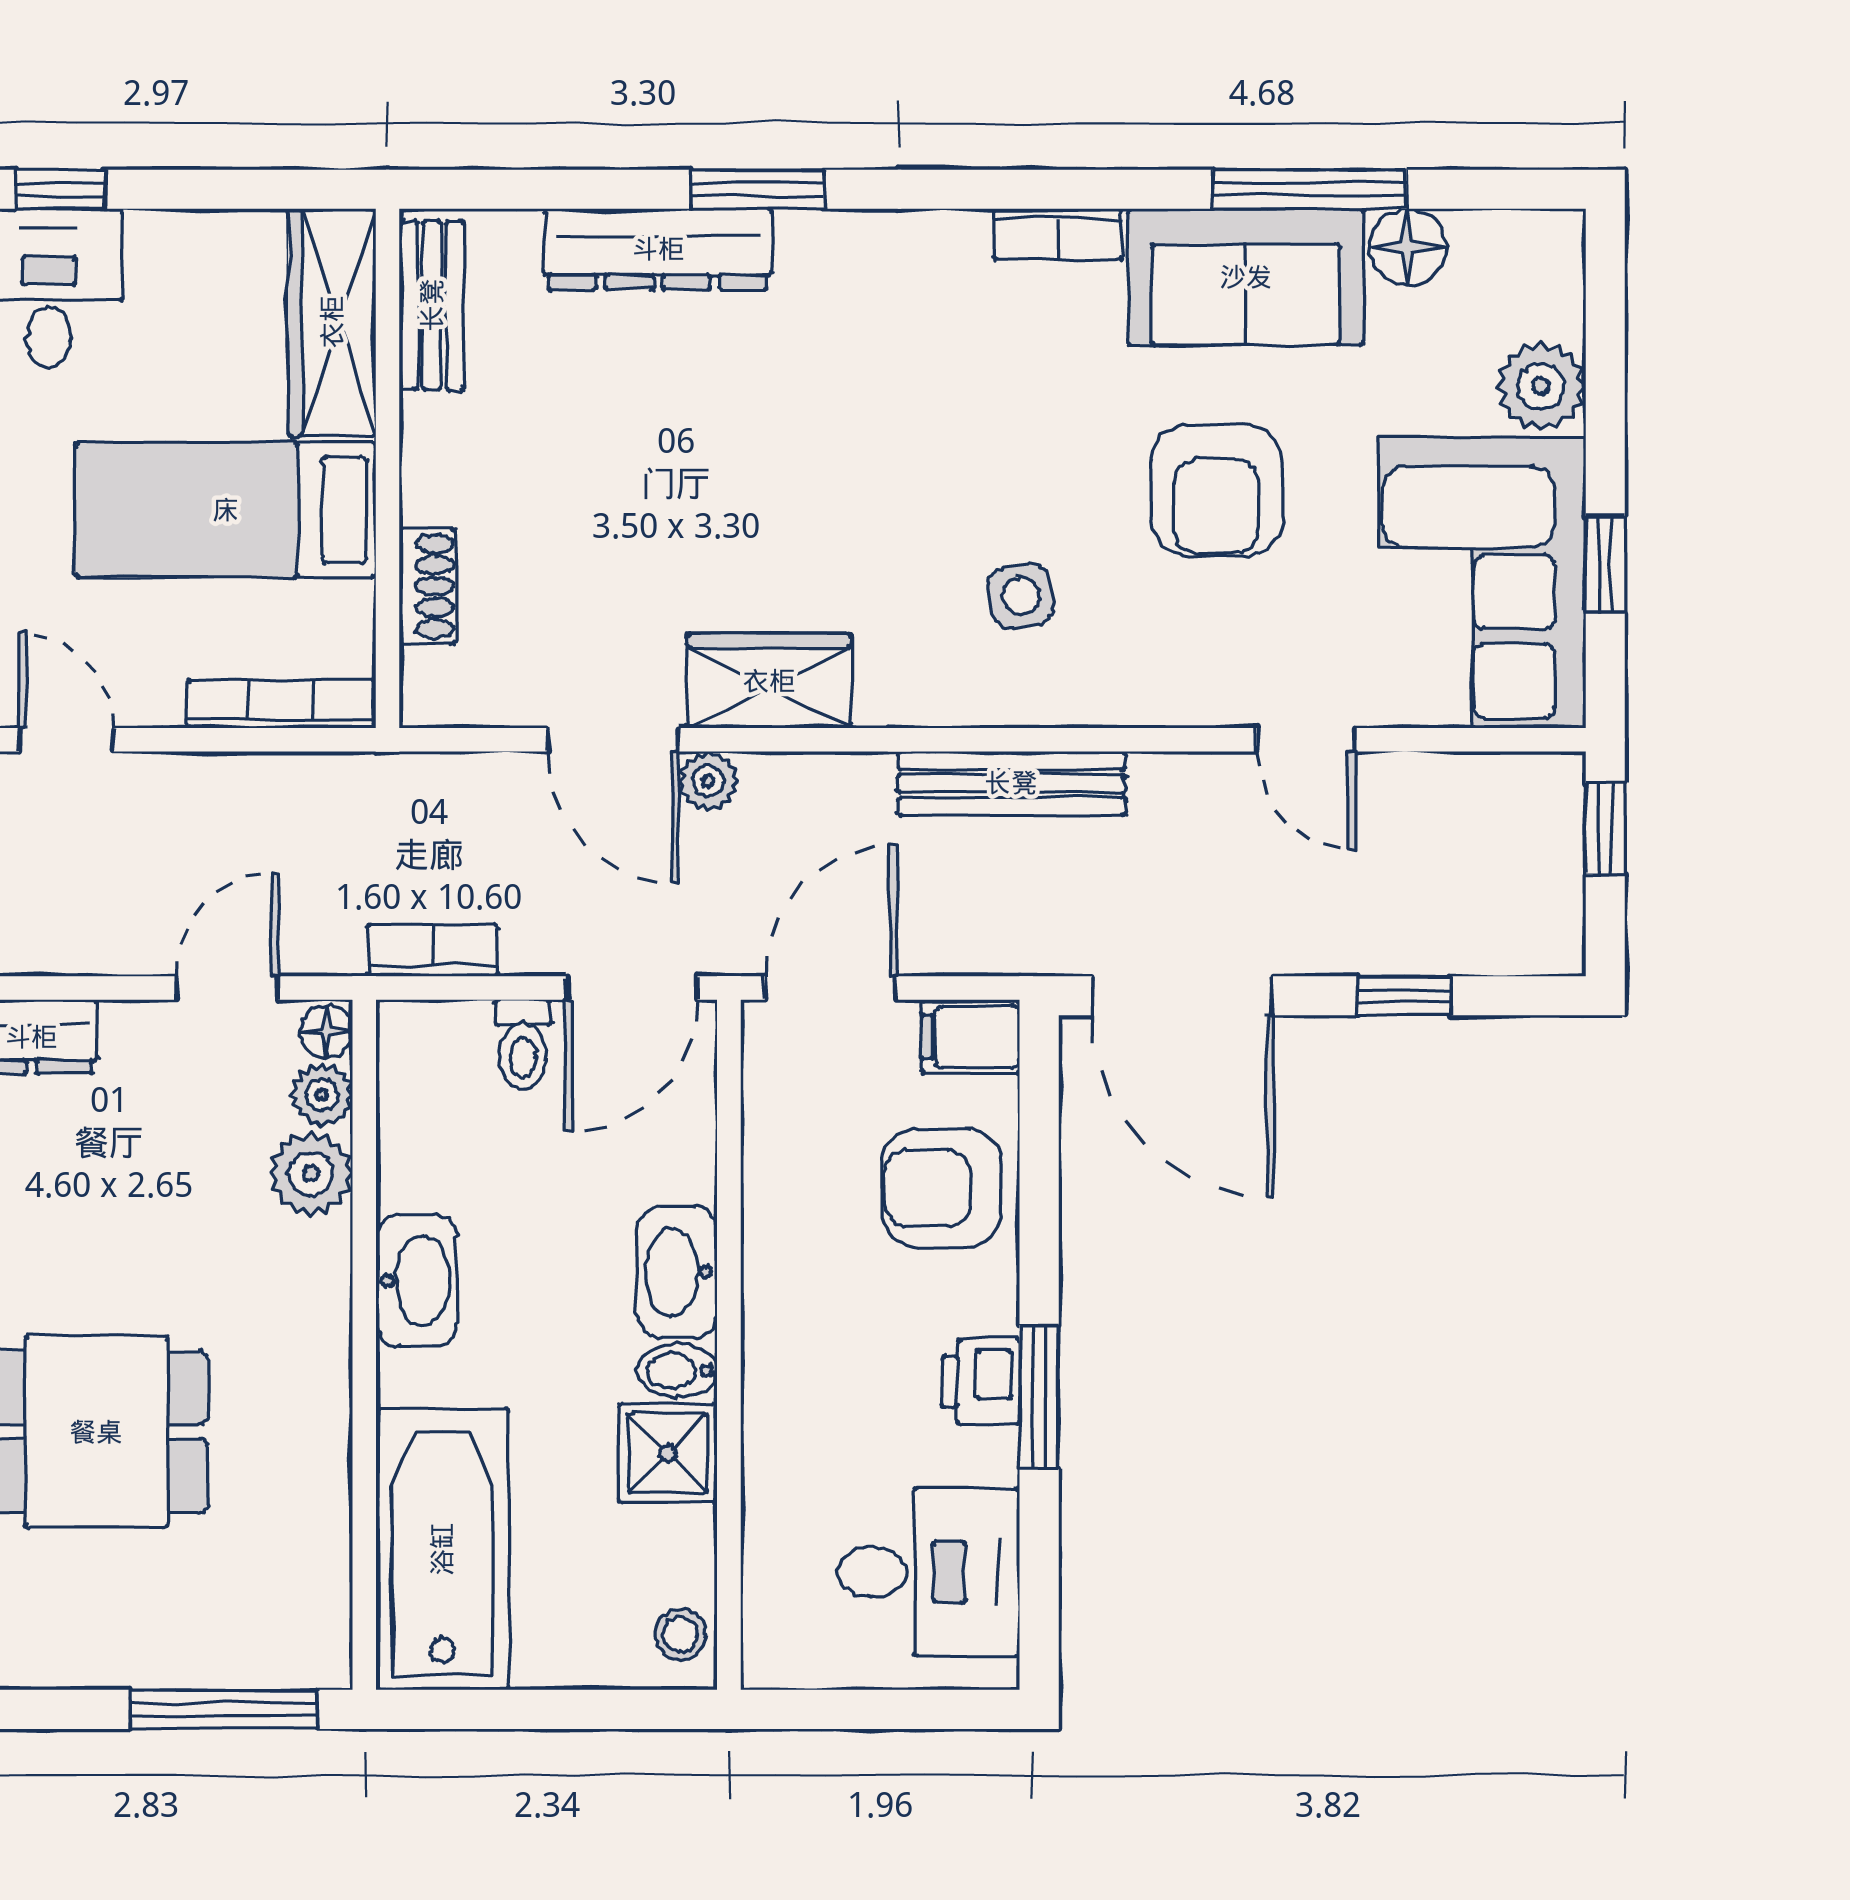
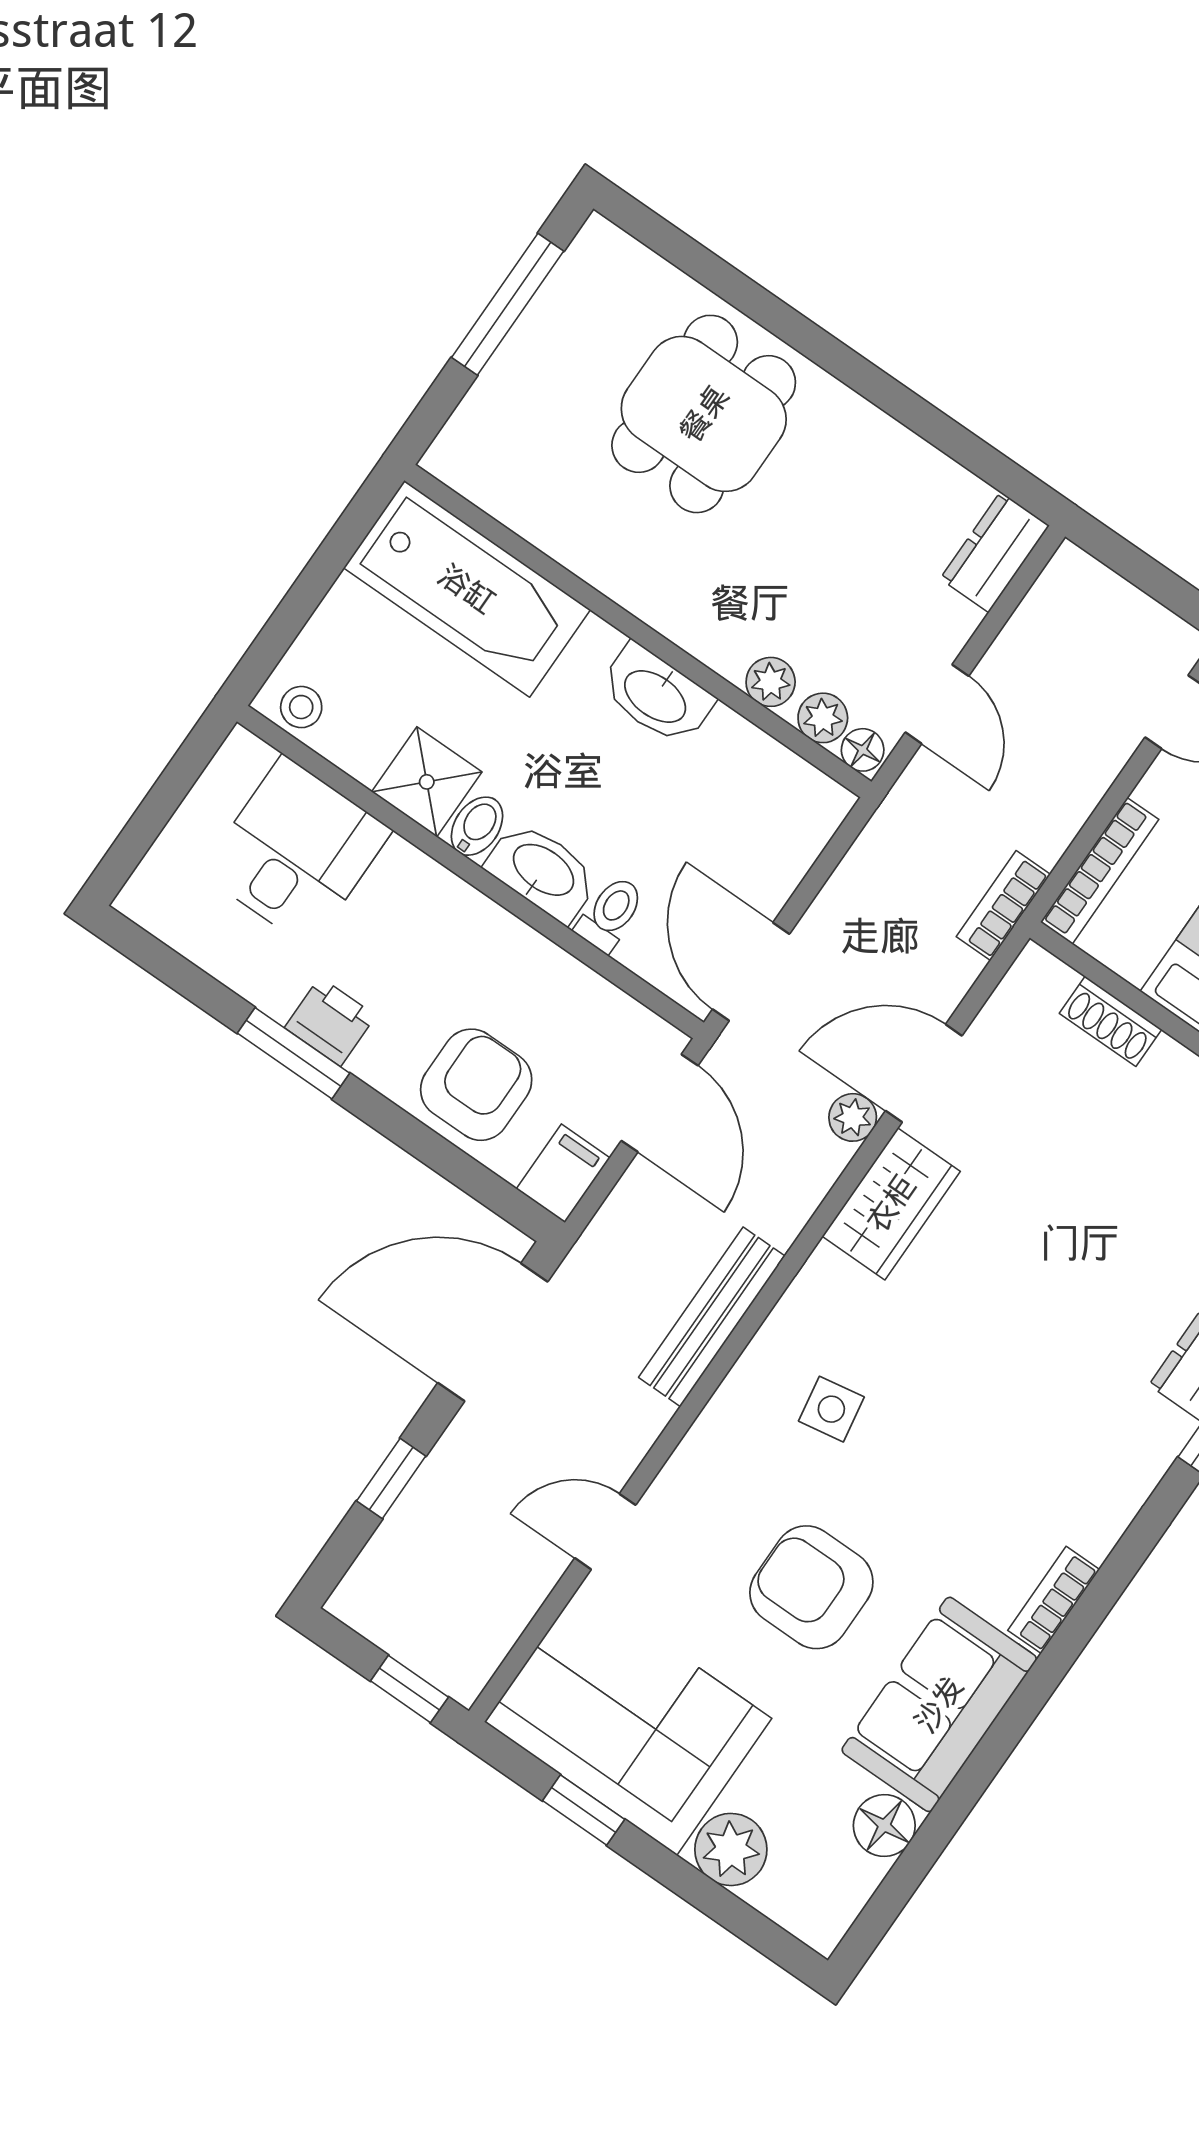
window: (1309, 189) -> (968, 1787), removed
bookcase: (433, 950) -> (1003, 906), moved, turned 180
toilet: (523, 1045) -> (610, 914), moved, turned 90
plant: (311, 1174) -> (771, 682), width x0.73, depth x0.73
desk: (929, 1572) -> (296, 851), moved, turned 180
window: (224, 1709) -> (508, 304), moved

